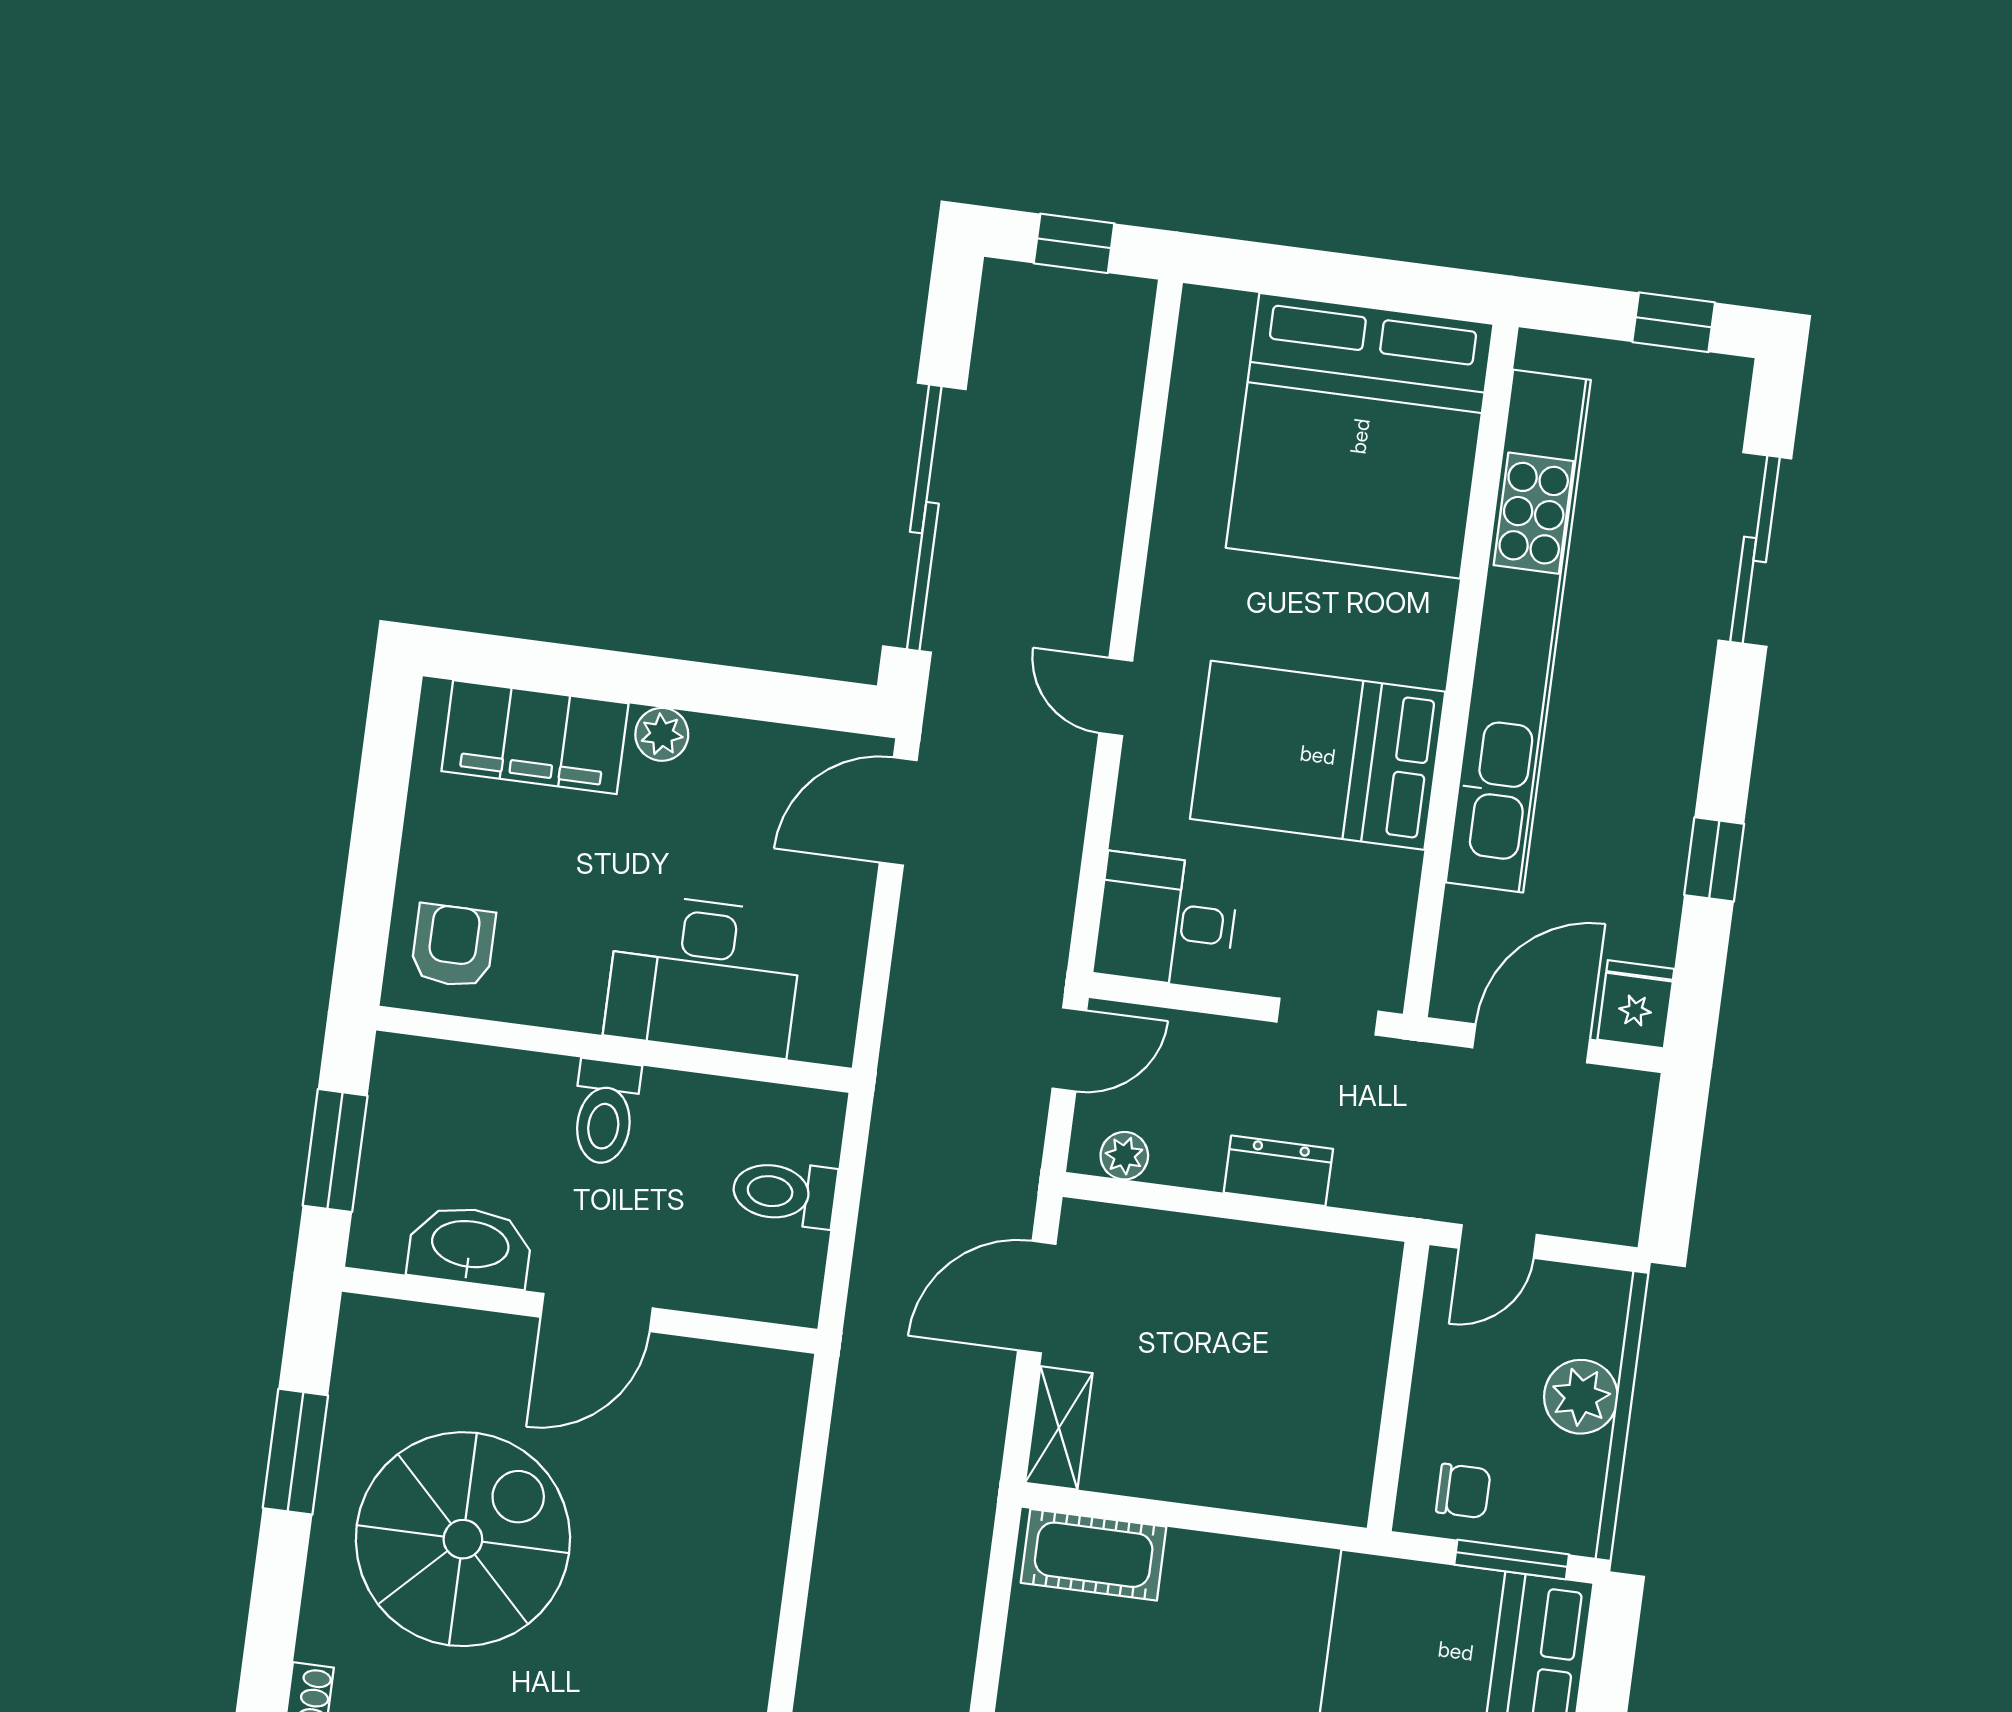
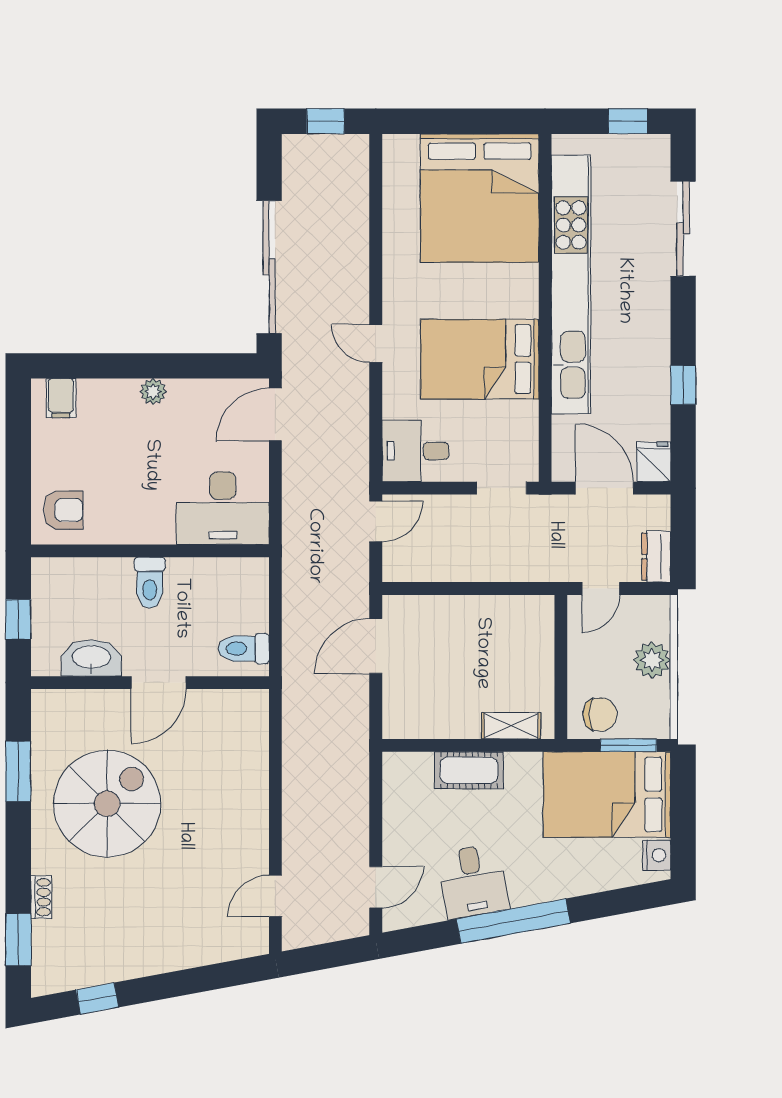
filing cabinet: (535, 737) -> (61, 398), width x0.33, depth x0.86
armchair: (453, 946) -> (63, 510), turned 90
desk: (704, 975) -> (223, 508), moved
door: (1531, 1043) -> (604, 488), hinge flipped
window: (335, 1151) -> (18, 619), width x0.67
plant: (1124, 1156) -> (410, 570), removed
dresser: (1278, 1171) -> (656, 557), moved, turned -90
toilet: (784, 1193) -> (244, 649), moved
shelving: (1059, 1428) -> (511, 726), moved, turned 90
chair: (1463, 1491) -> (600, 714), width x1.37, depth x1.37
cot: (1094, 1555) -> (469, 770), moved

